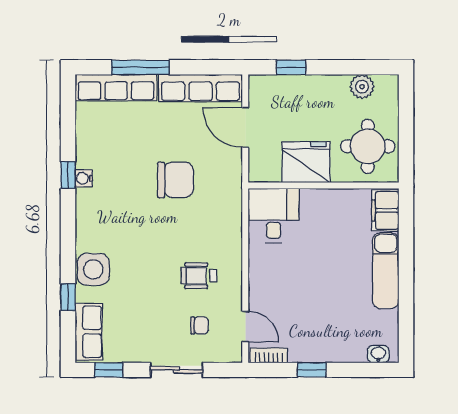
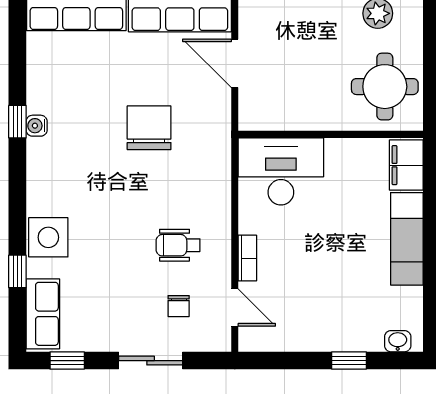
fridge: (306, 162) -> (309, 106), removed
chair: (175, 180) -> (149, 128), turned -90
desk: (274, 216) -> (281, 171), width x1.37
chair: (200, 325) -> (179, 306), turned 90
bookcase: (269, 355) -> (247, 258), moved, turned 90
window: (312, 370) -> (349, 361), moved

